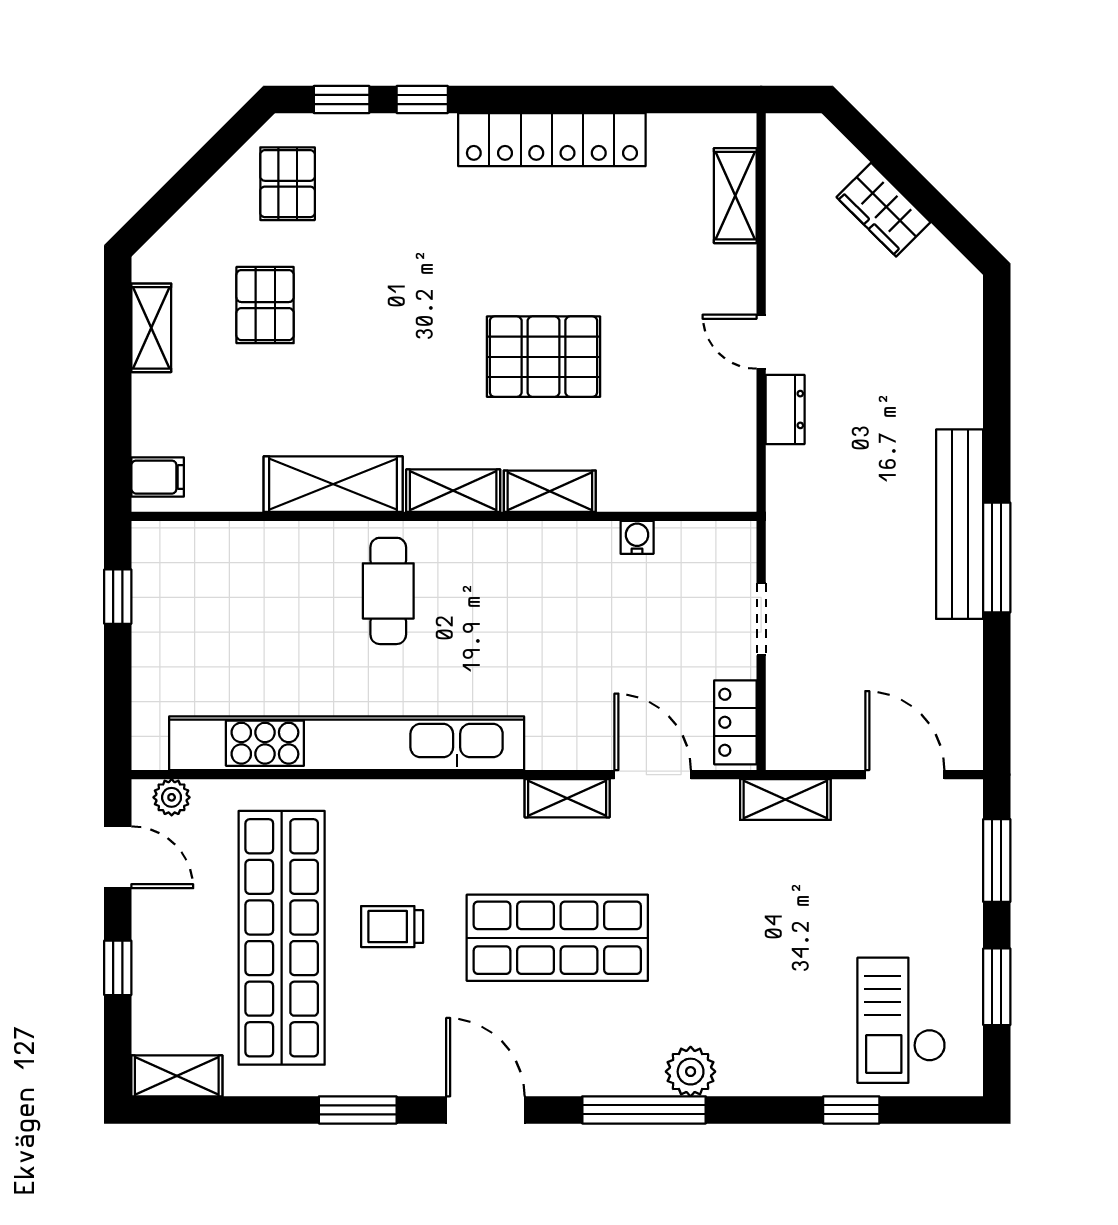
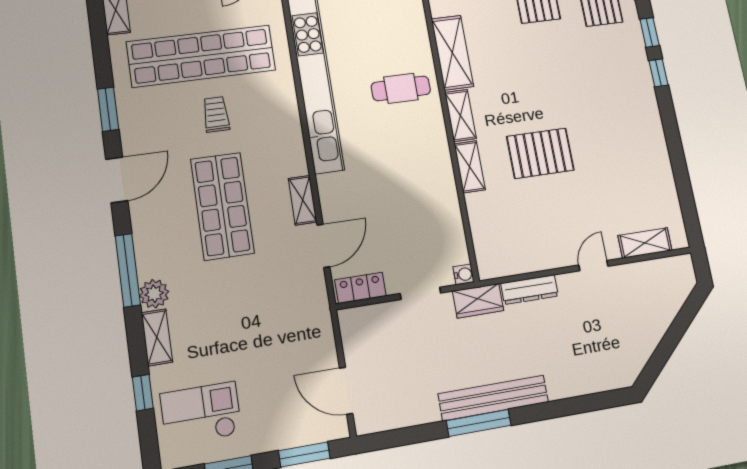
locker: (552, 140) -> (653, 142), removed
wardrobe: (884, 210) -> (478, 301), moved, turned -135
door: (761, 342) -> (593, 266), moved
pallet: (543, 357) -> (540, 153), turned 90
dresser: (785, 410) -> (530, 290), width x1.44
water cooler: (637, 537) -> (464, 274), moved
door: (905, 775) -> (346, 391), swing flipped
shelving: (785, 800) -> (157, 337), moved

